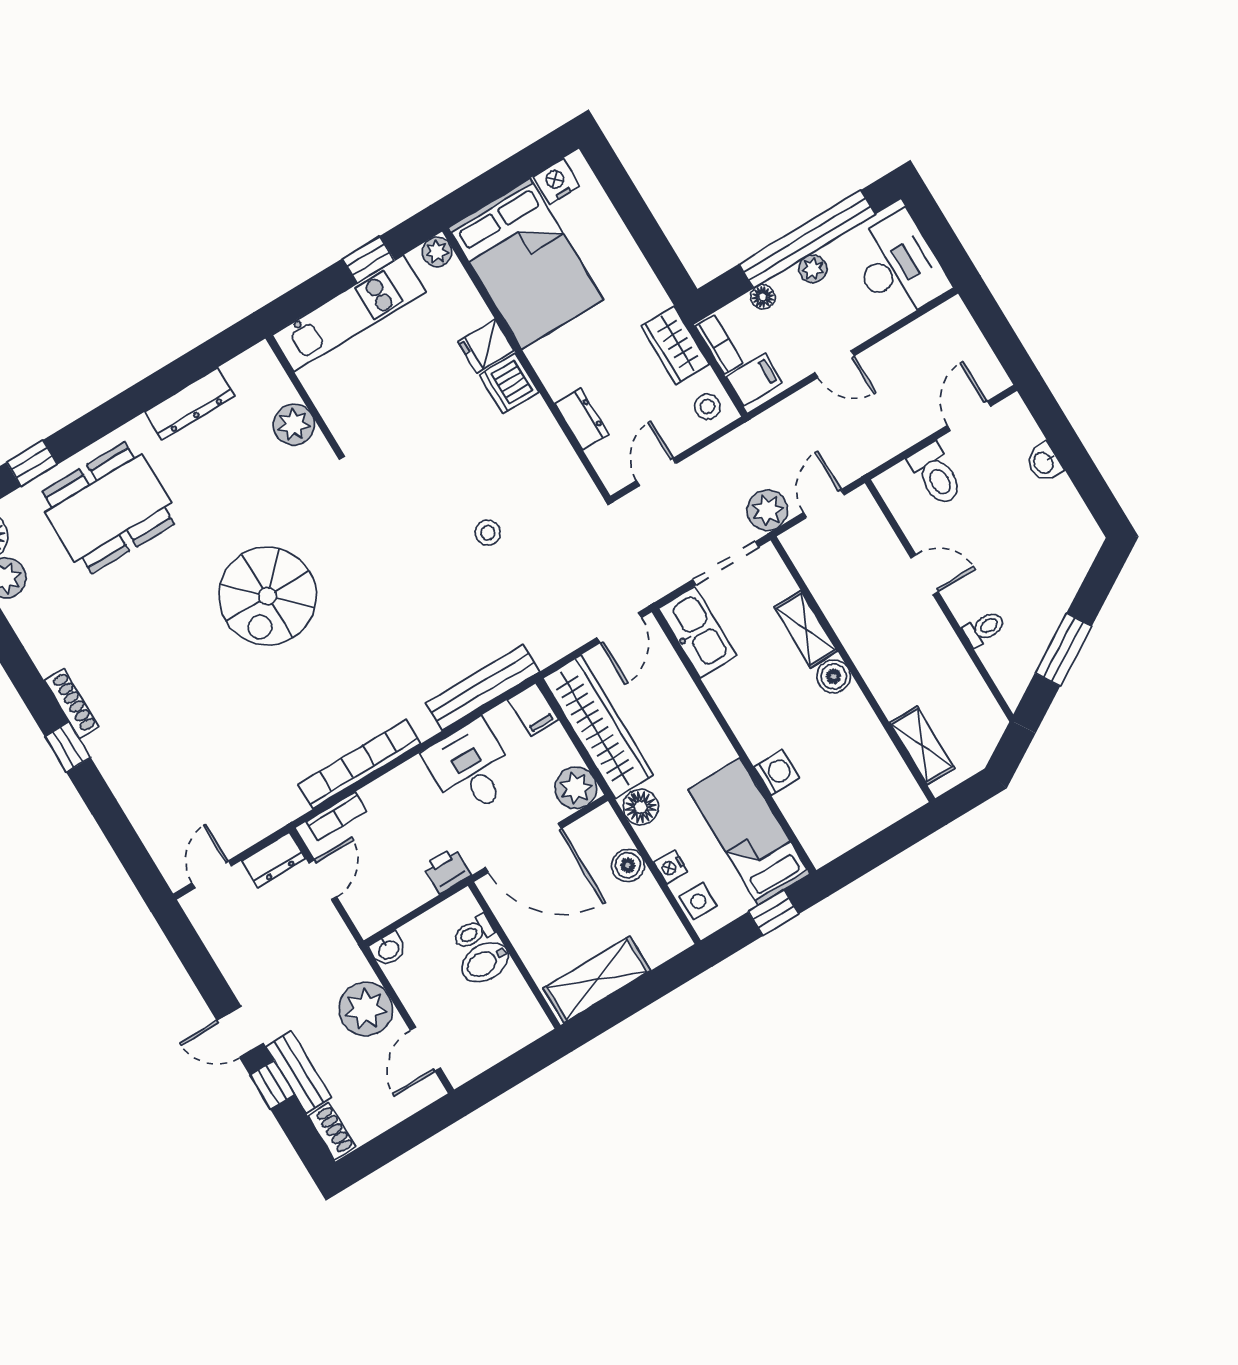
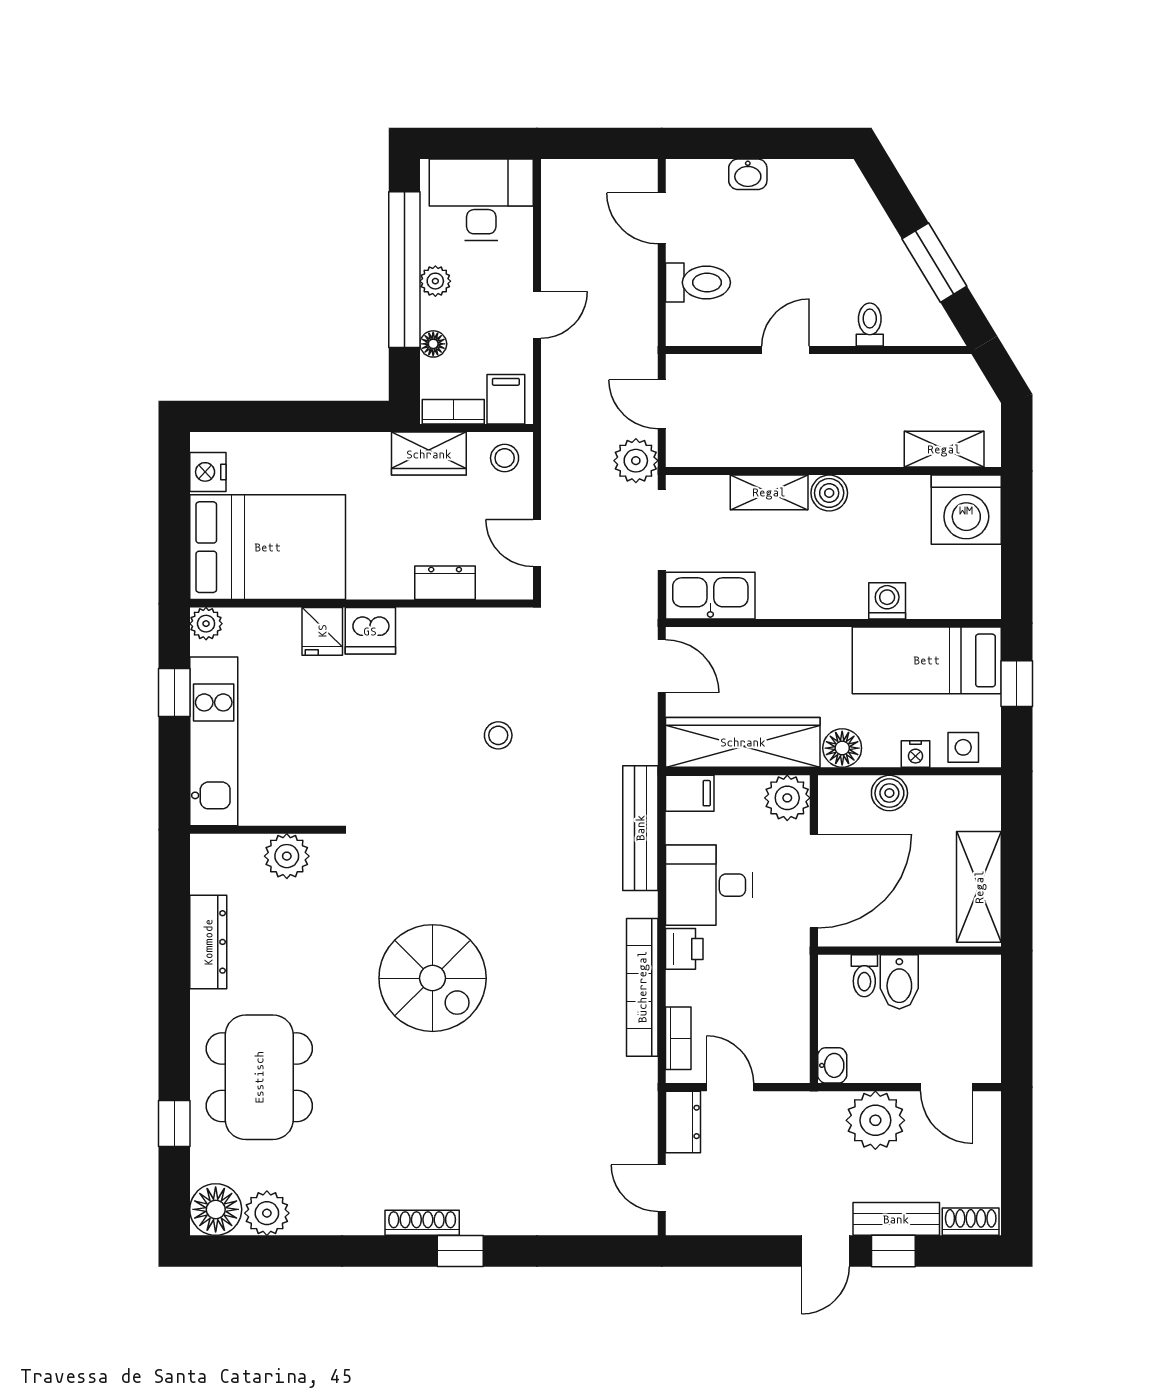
washing machine: (885, 791) -> (966, 510), added
printer: (447, 870) -> (684, 949), moved, turned 180

